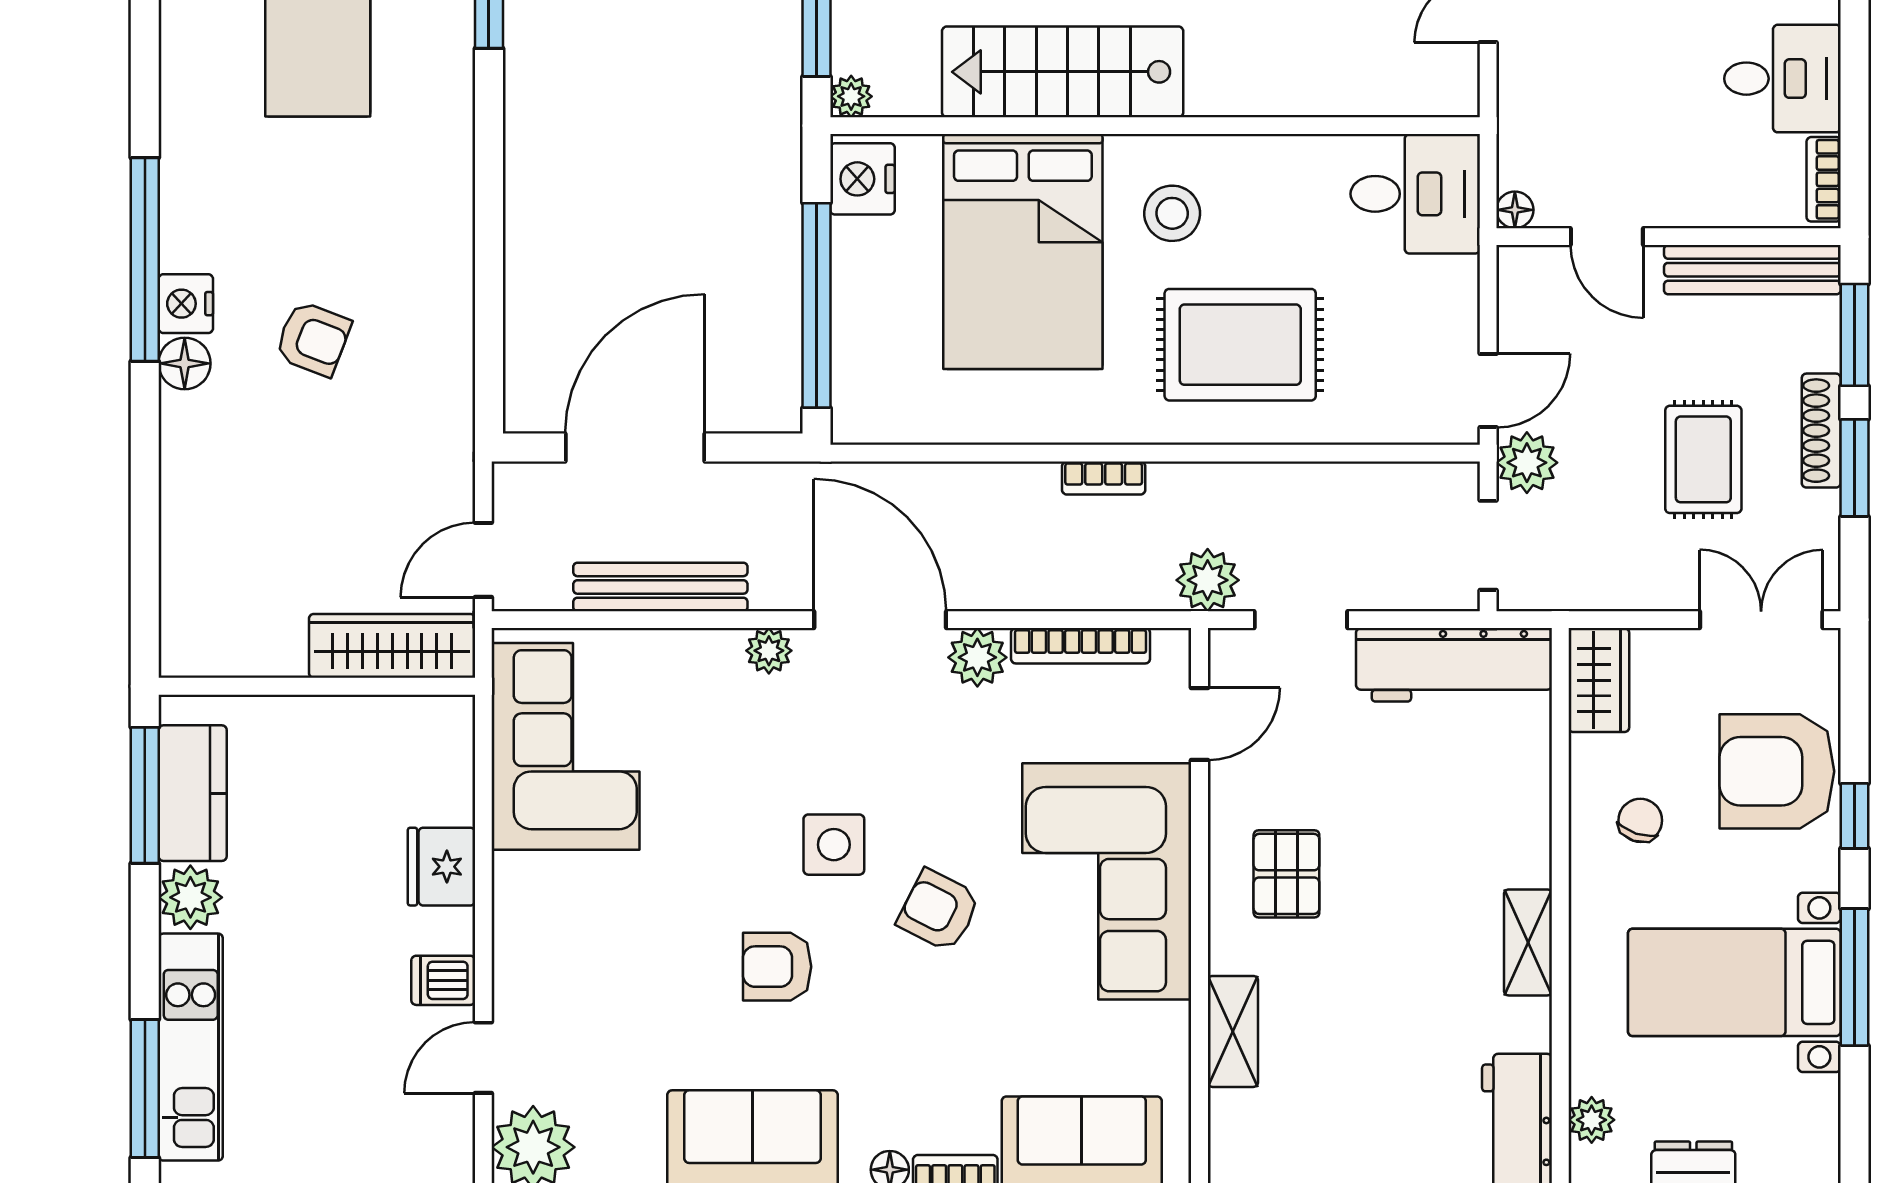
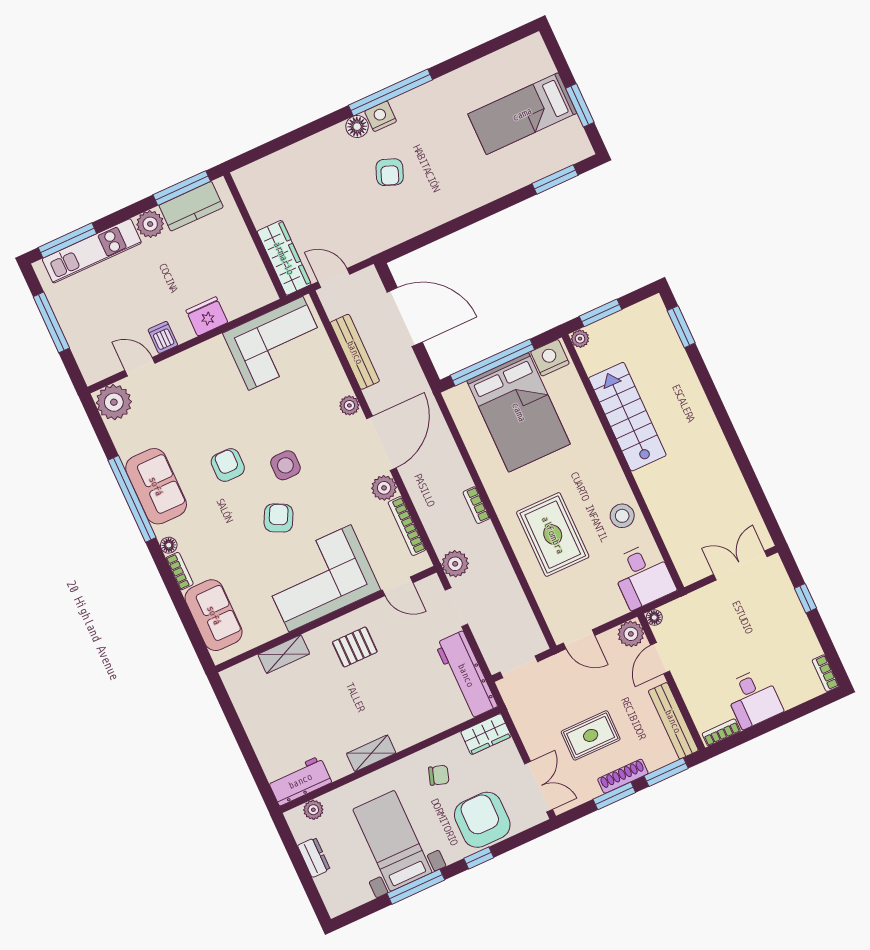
stool: (1172, 213) -> (622, 516), moved
bed: (1023, 252) -> (519, 412), moved, turned -90
plant: (1527, 463) -> (631, 634), moved

